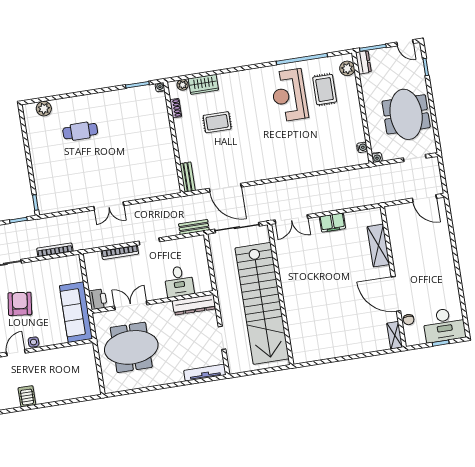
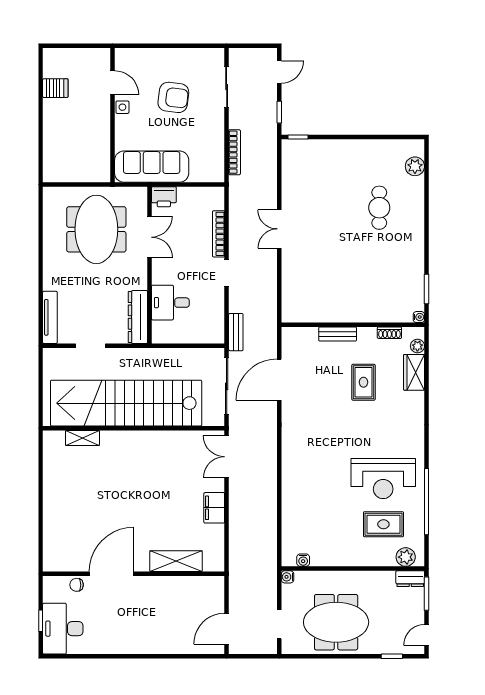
reception desk: (289, 95) -> (383, 479), turned 180
bench: (188, 177) -> (338, 334), moved
shelving: (395, 335) -> (82, 438), moved

